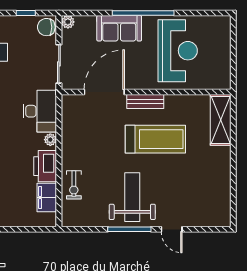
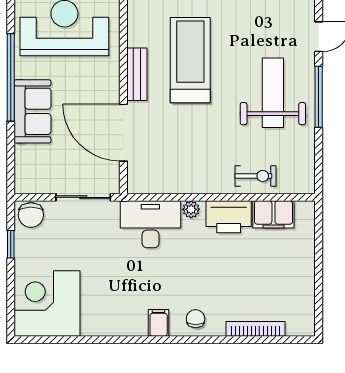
plant: (68, 22) -> (23, 185), removed
weight bench: (132, 197) -> (273, 93), turned 90

